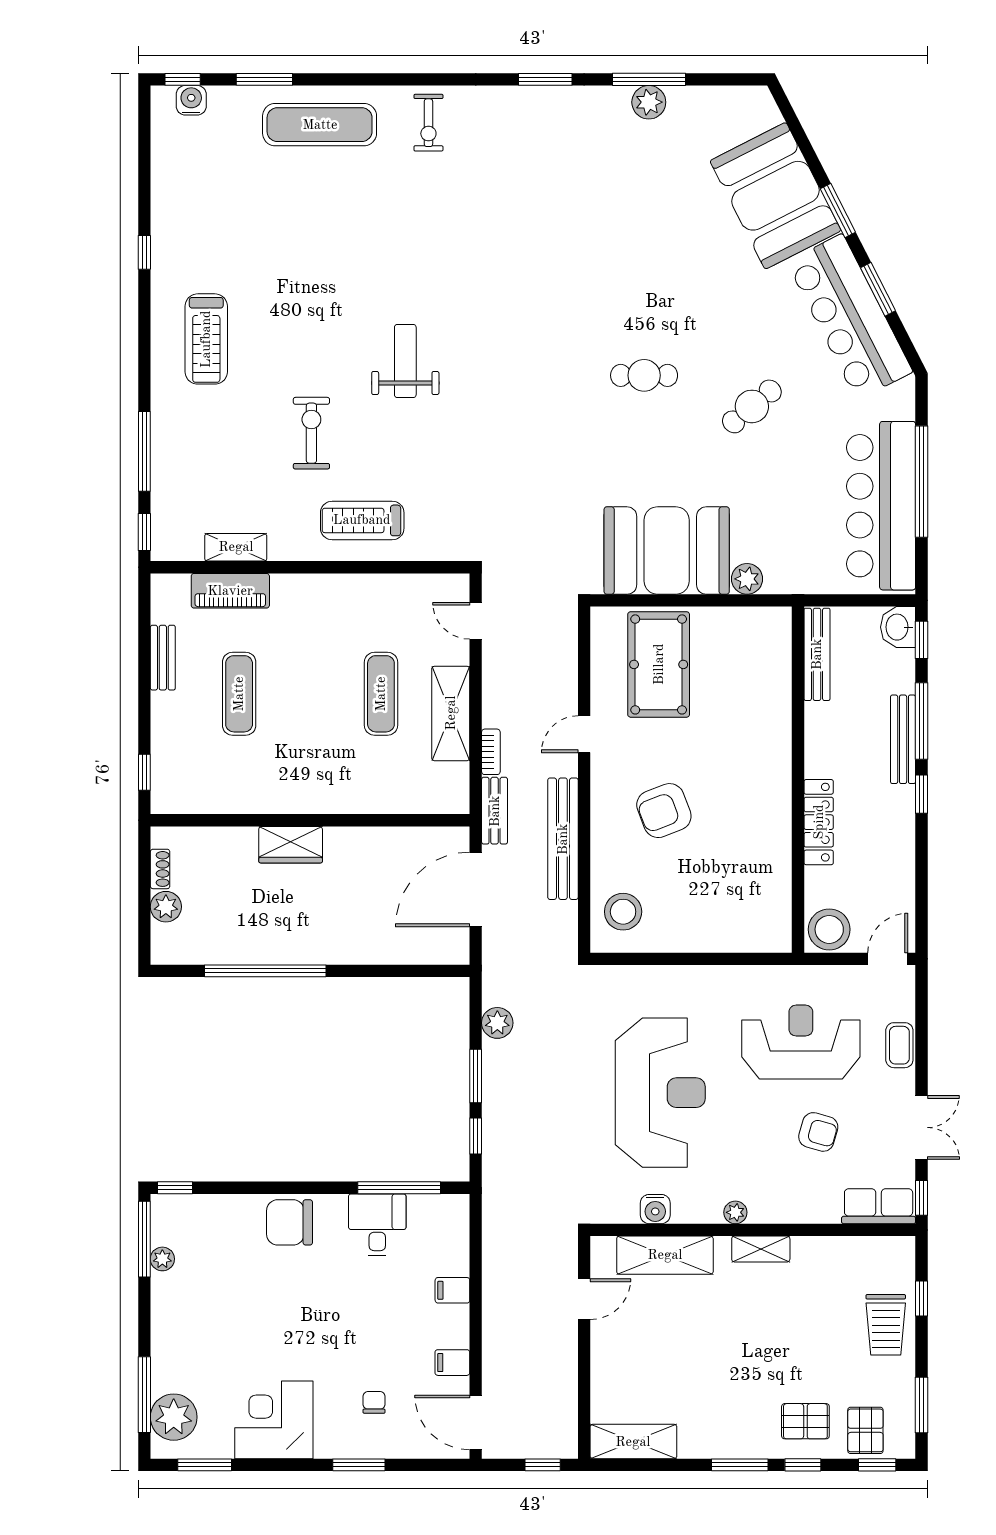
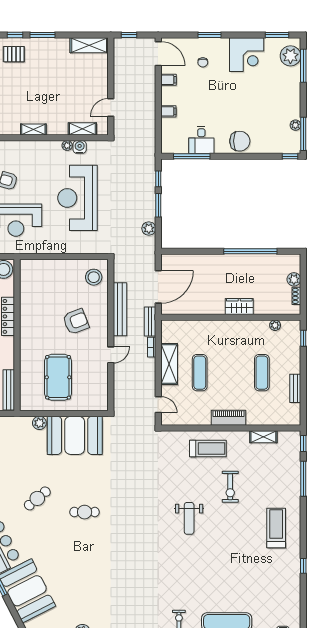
piano: (230, 591) -> (228, 418), moved
pool table: (659, 664) -> (58, 377), moved
plant: (209, 802) -> (275, 325), added
plant: (735, 1212) -> (67, 146), moved
shelving: (665, 1255) -> (82, 129), width x0.67, depth x0.75

